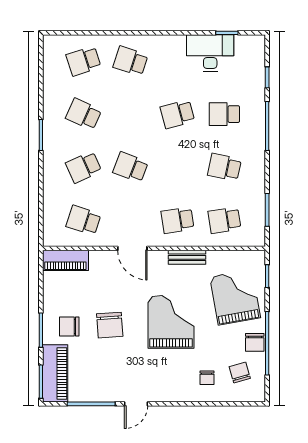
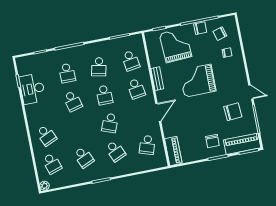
plant: (50, 42) -> (45, 186), added
school desk: (131, 61) -> (46, 135), turned -42
school desk: (84, 114) -> (84, 157), turned -48
school desk: (177, 167) -> (104, 95), added
grand piano: (235, 297) -> (175, 45), turned 97
chair: (110, 325) -> (233, 112), moved

